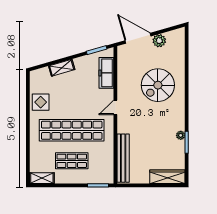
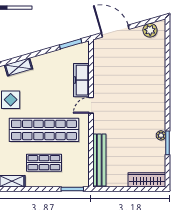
plant: (159, 41) -> (150, 30), moved
shelving: (62, 68) -> (19, 67), moved
freezer: (106, 73) -> (81, 80), moved
spiral stairs: (158, 85) -> (137, 81), removed

